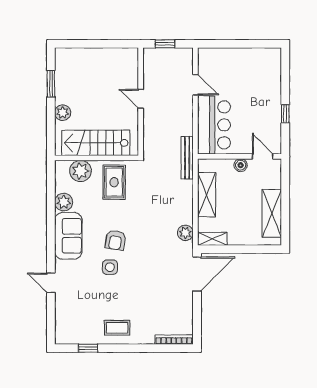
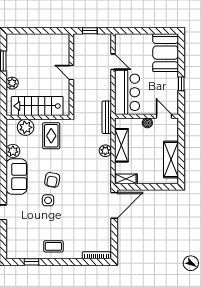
booth: (265, 73) -> (166, 53), added
plant: (185, 233) -> (105, 151), moved

